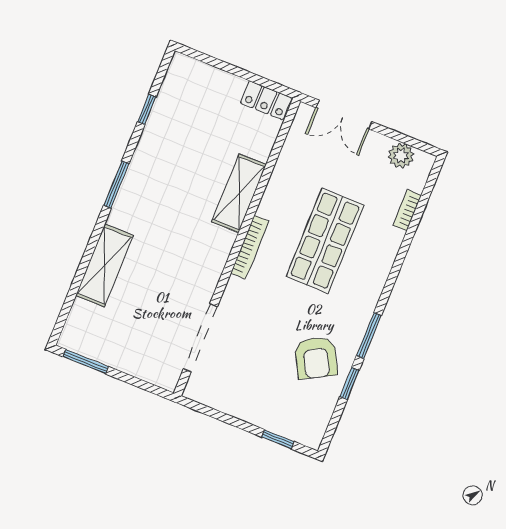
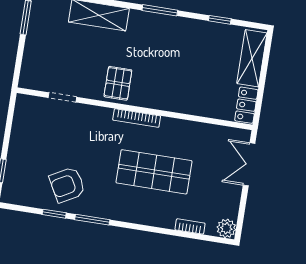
plant: (401, 156) -> (226, 228), moved
shelving: (239, 193) -> (252, 58), moved, turned 90
pallet: (199, 261) -> (118, 83), added
doorway: (200, 338) -> (62, 97), width x0.53

